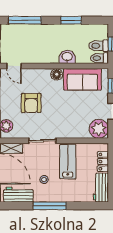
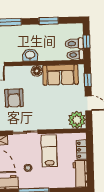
washbasin: (67, 57) -> (30, 55), moved

